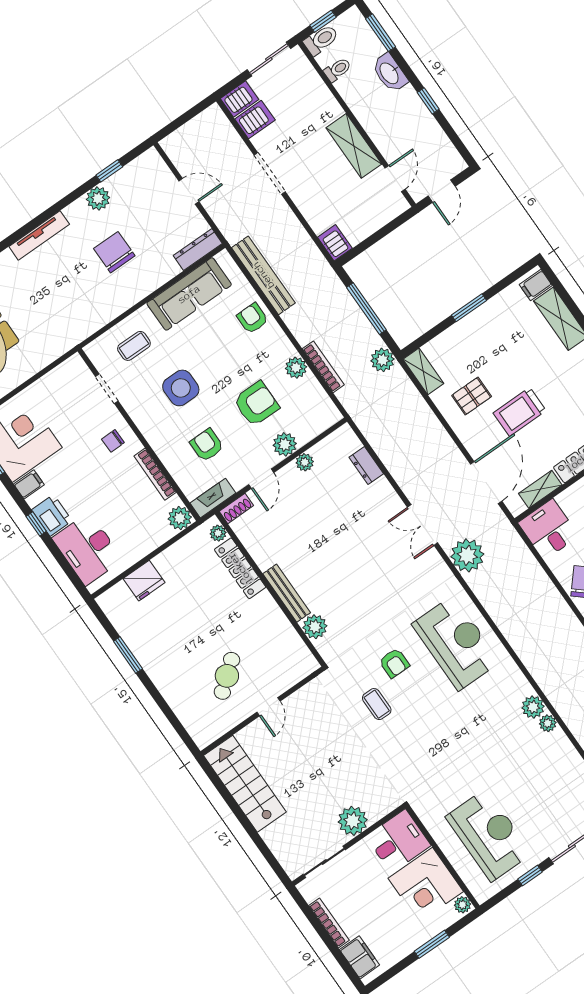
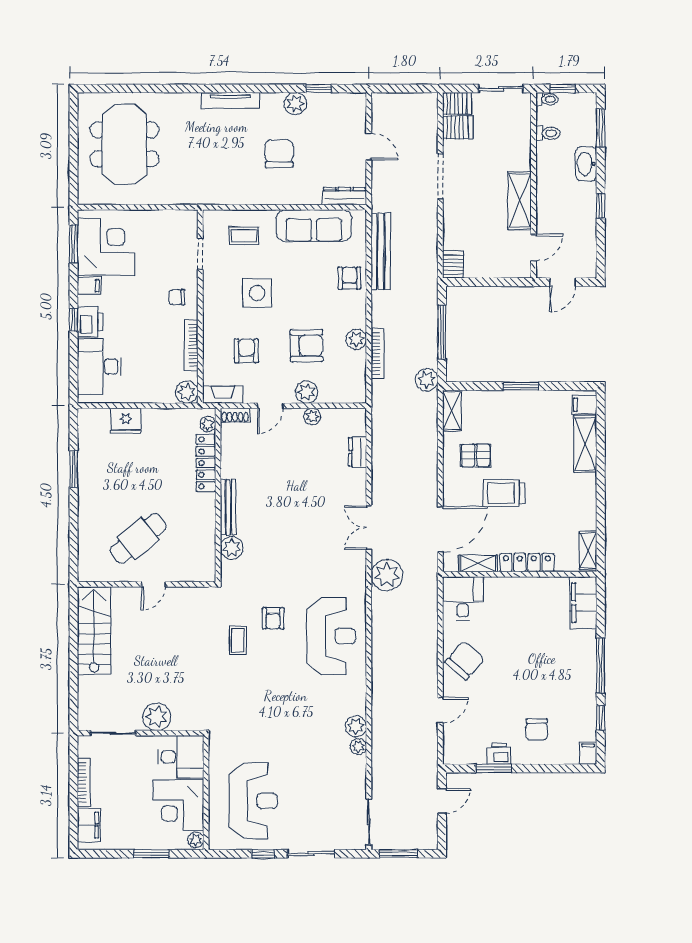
toilet: (321, 40) -> (547, 99), width x0.73, depth x0.72
cafe table: (227, 676) -> (138, 538), width x1.37, depth x1.35

